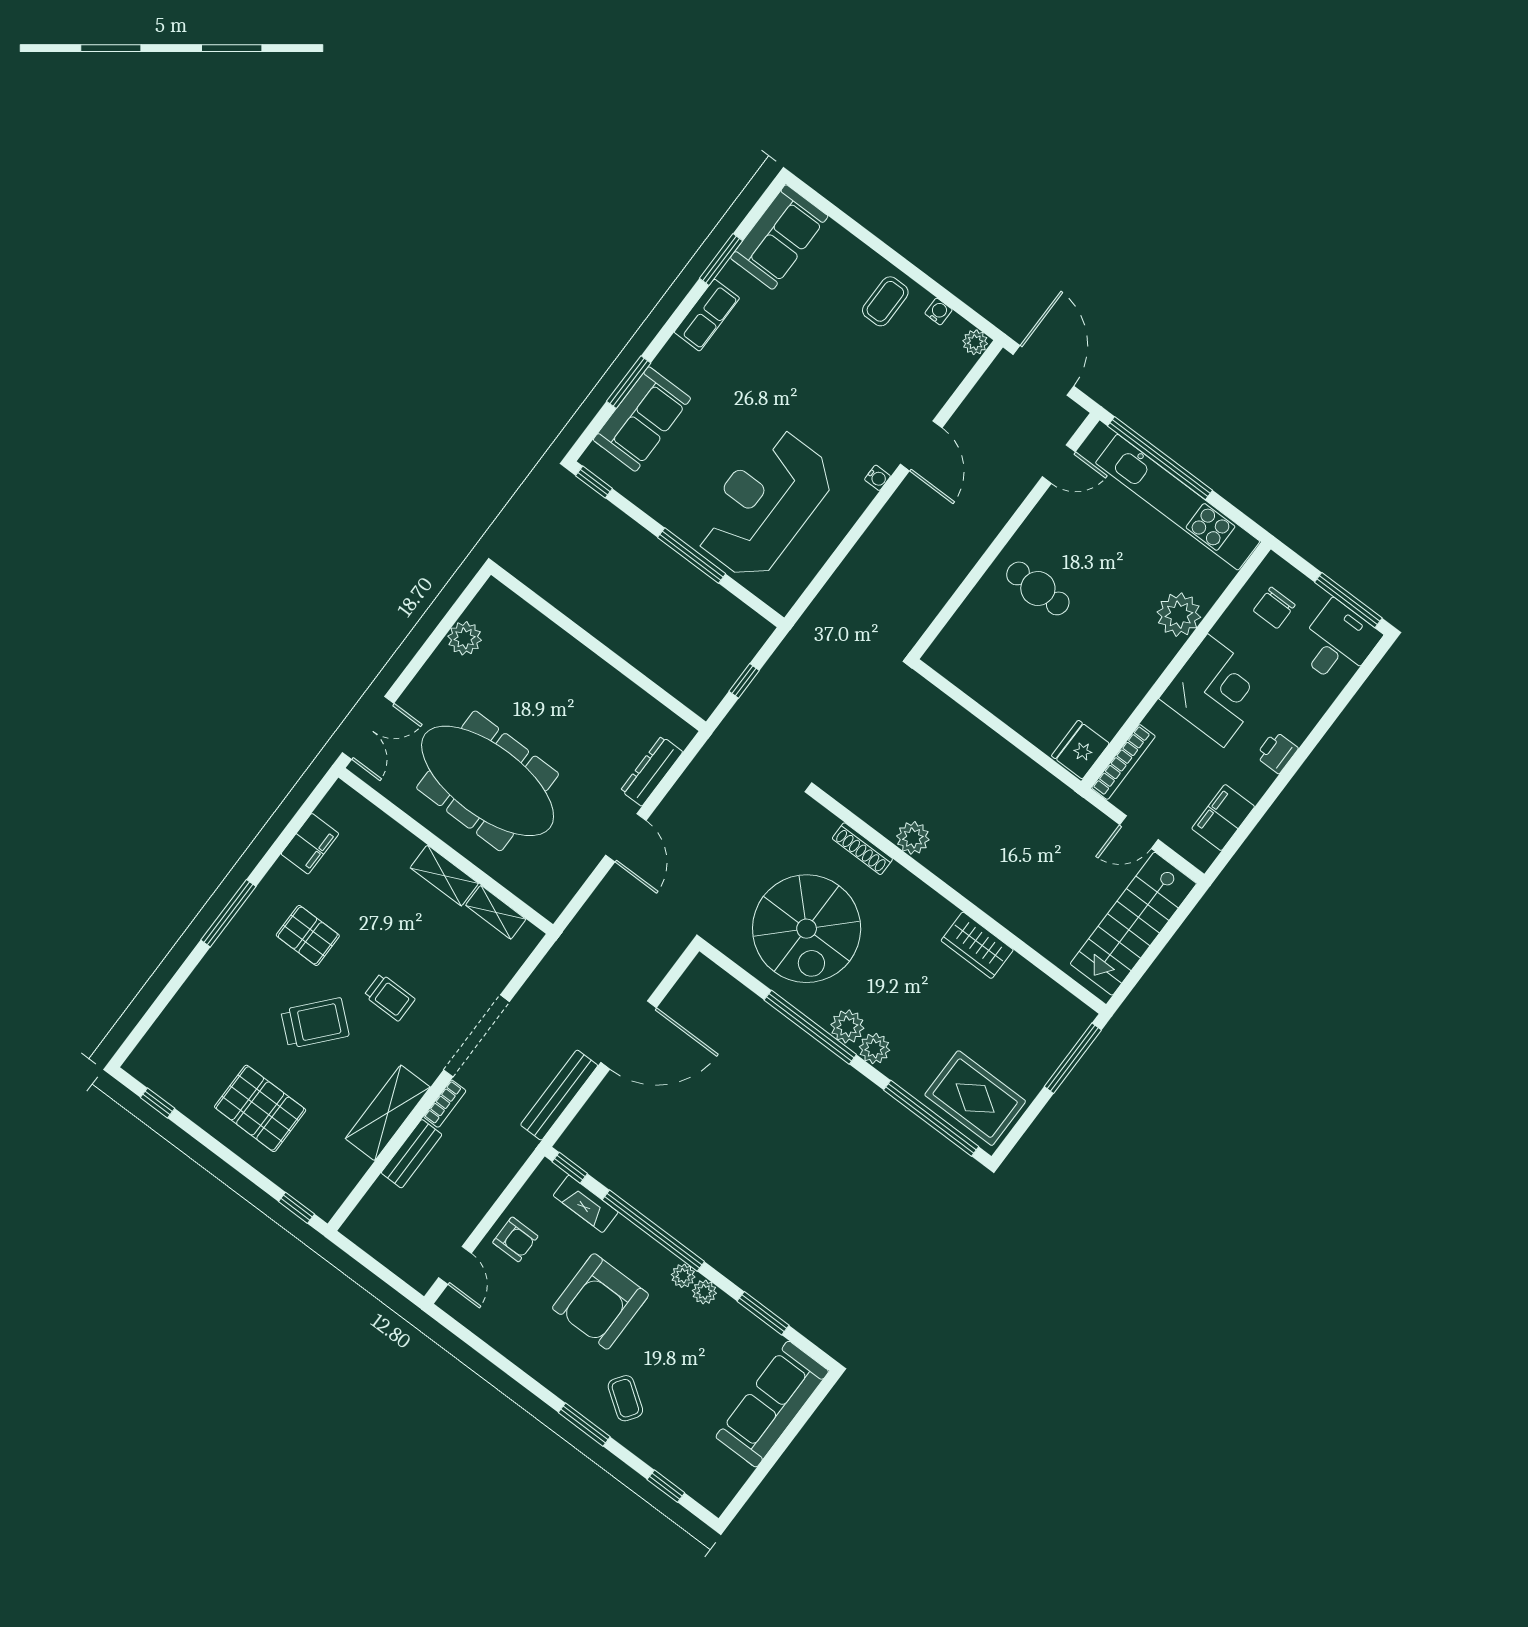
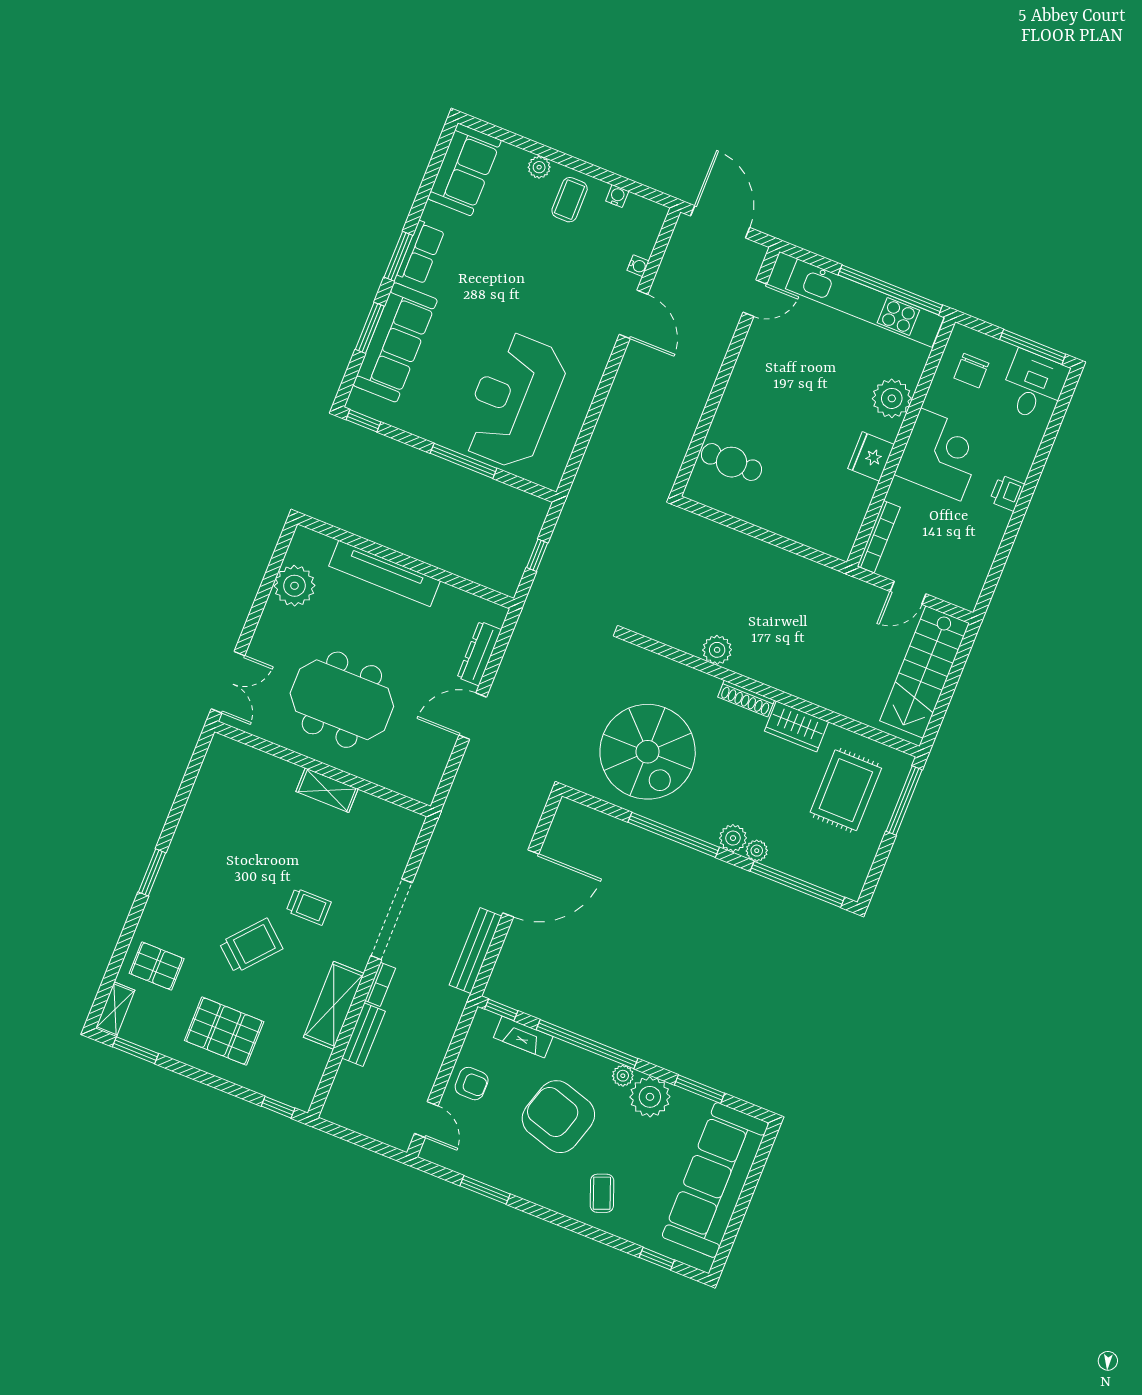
window: (721, 260) -> (398, 256), moved
plant: (975, 342) -> (539, 167), moved
sofa: (642, 419) -> (395, 342), width x1.36
window: (1160, 458) -> (890, 290), moved
water cooler: (877, 478) -> (638, 266), moved
cafe table: (1038, 588) -> (732, 462), moved
plant: (465, 638) -> (294, 586), width x1.36, depth x1.36
tv unit: (572, 655) -> (385, 573), added
fridge: (1080, 750) -> (871, 456), moved
meeting table: (488, 781) -> (342, 700), width x0.73
filing cabinet: (1223, 818) -> (976, 561), removed
door: (626, 838) -> (473, 716), swing flipped
filing cabinet: (310, 844) -> (205, 794), removed
shoe rack: (862, 849) -> (746, 699), moved
shelving: (496, 912) -> (115, 1009), moved, turned 90
window: (228, 913) -> (152, 872), width x0.69
pallet: (308, 935) -> (157, 966), moved
plant: (847, 1026) -> (757, 851), moved, width x0.73, depth x0.73
rug: (975, 1098) -> (846, 790), moved, turned 90
window: (157, 1103) -> (136, 1050), width x1.50
plant: (704, 1292) -> (650, 1097), width x1.88, depth x1.88
armchair: (600, 1301) -> (558, 1117), turned 107
coffee table: (625, 1398) -> (602, 1193), turned 34
sofa: (772, 1404) -> (715, 1180), width x1.36, depth x1.27
window: (584, 1425) -> (485, 1190), moved

